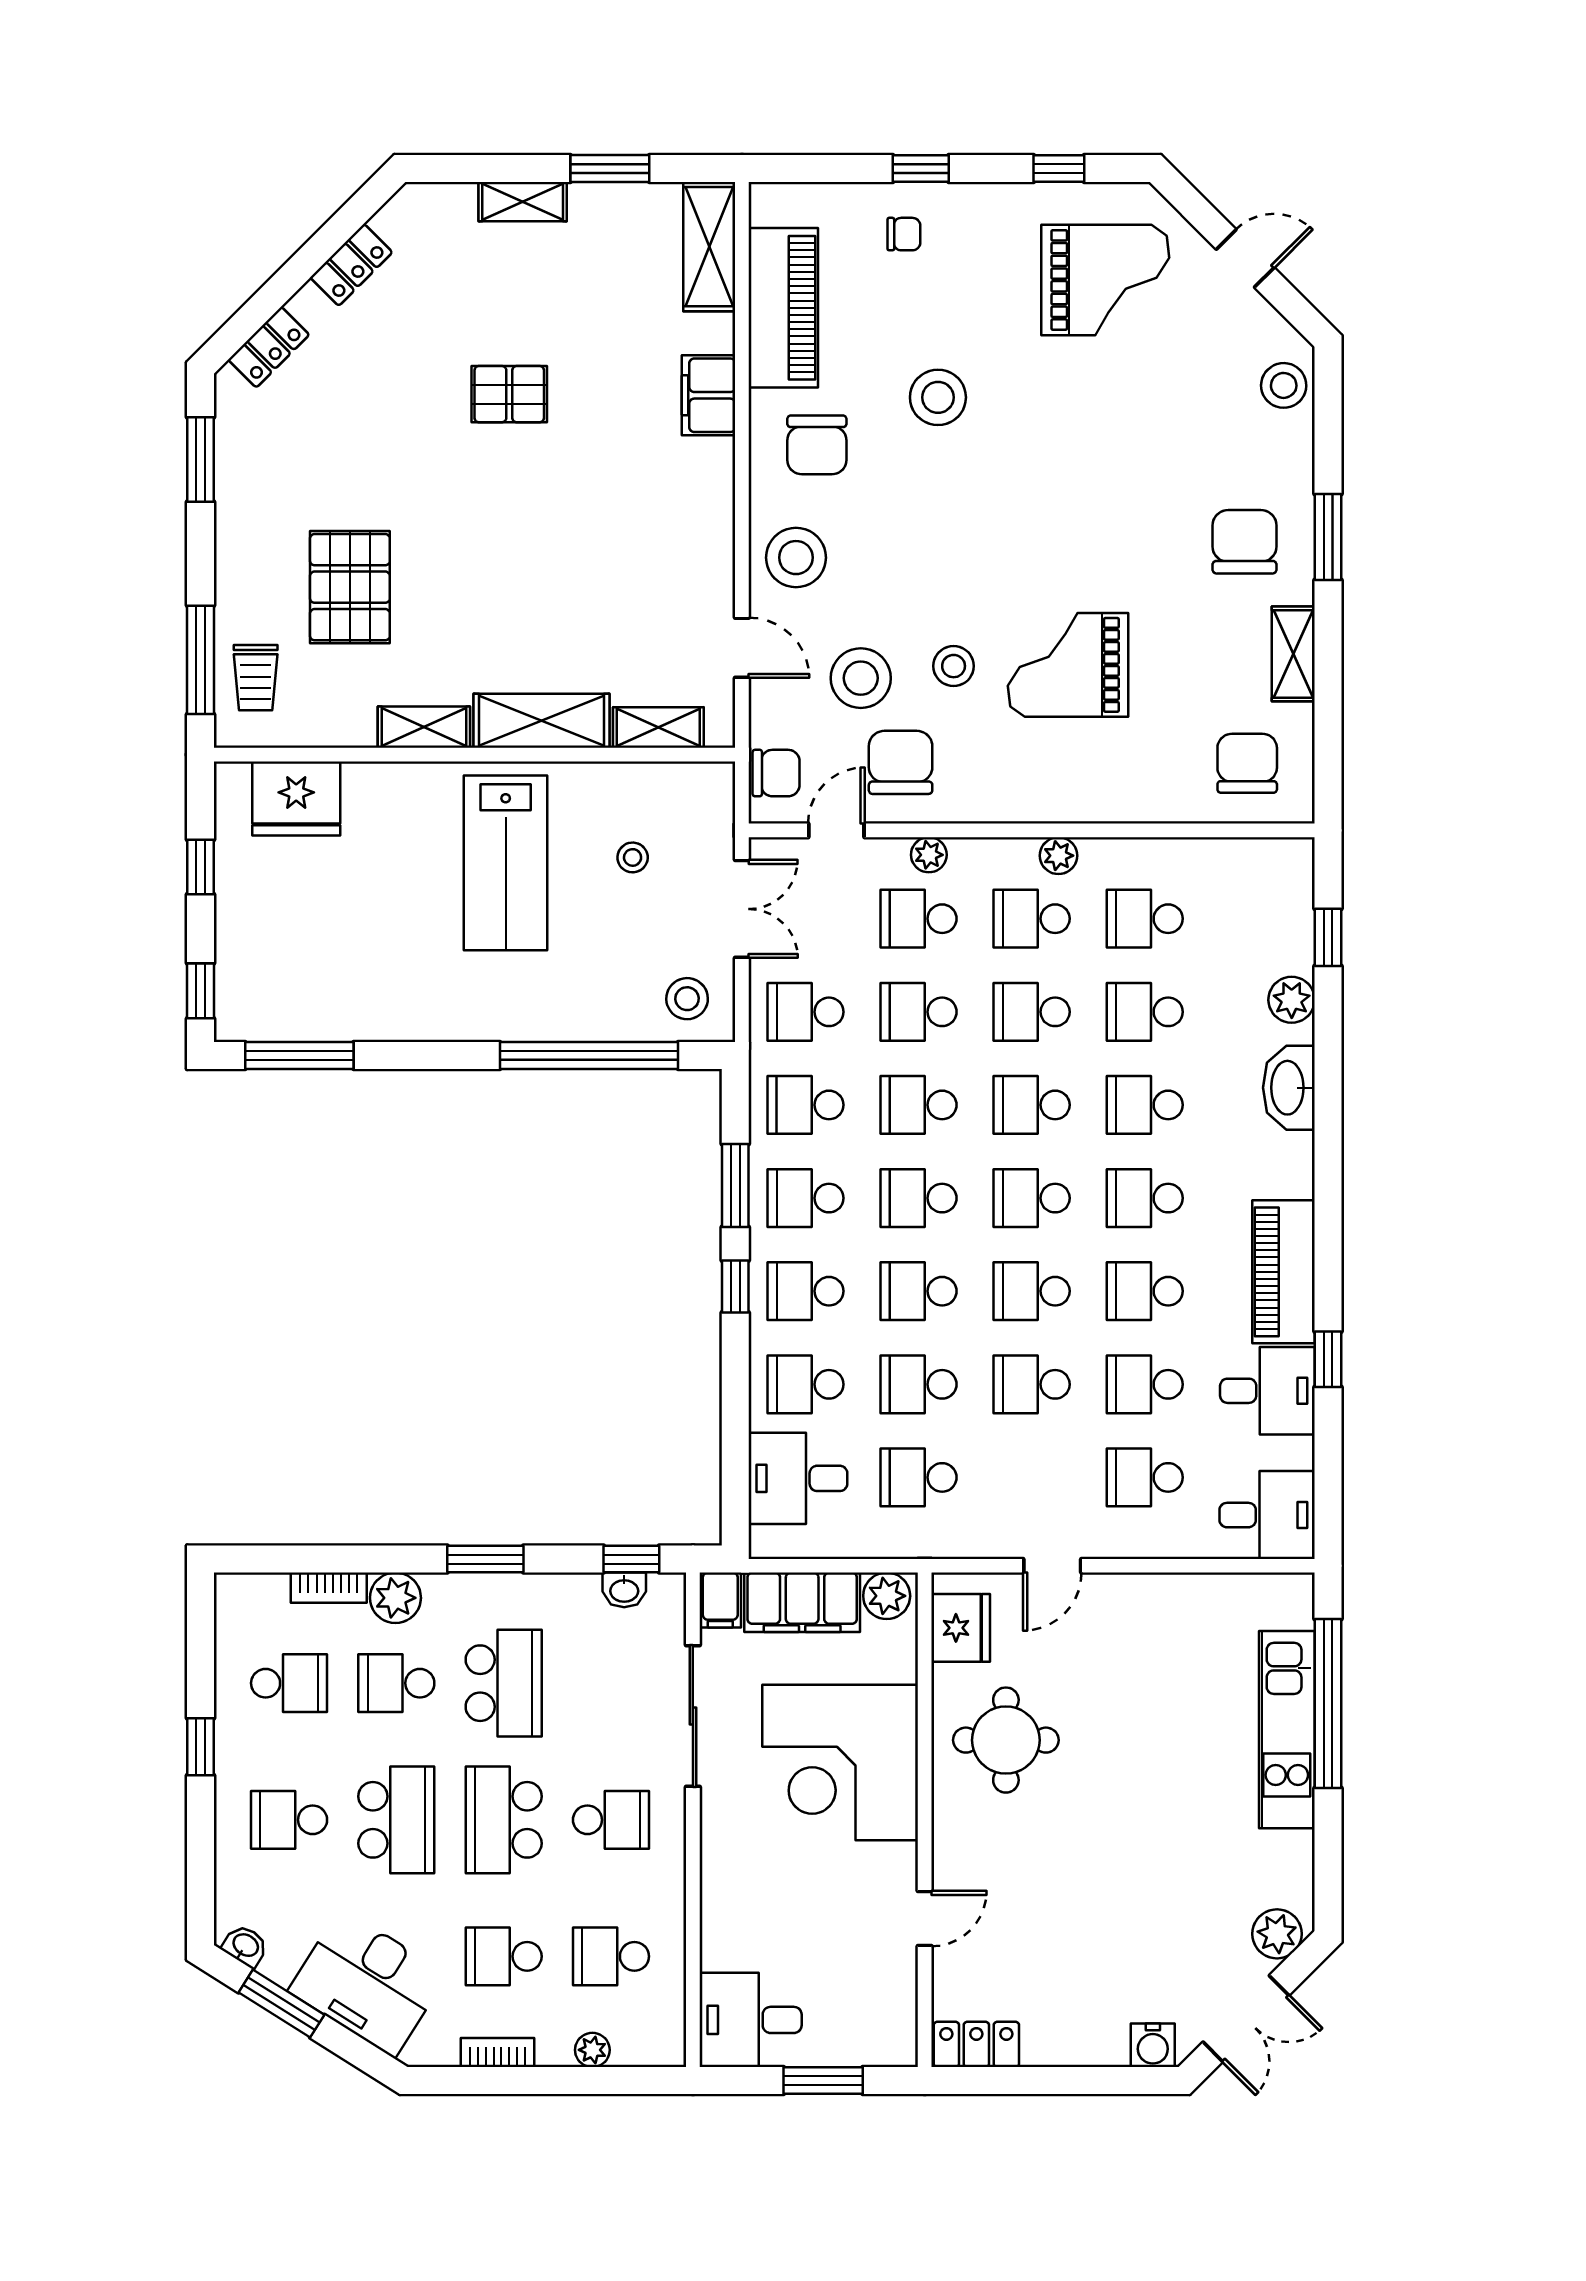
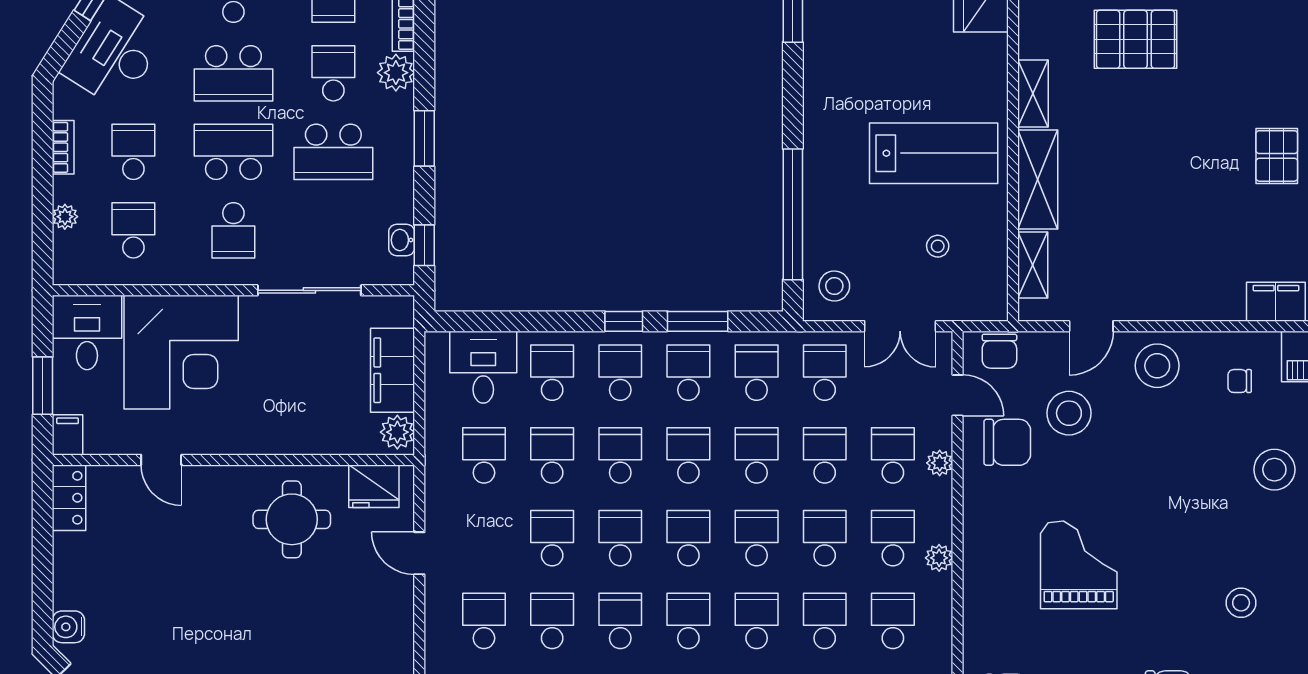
chair: (817, 445) -> (1240, 381), width x0.54, depth x0.54
stool: (954, 666) -> (1241, 603), moved
lab bench: (506, 863) -> (934, 153), turned 180
filing cabinet: (720, 1600) -> (68, 435), moved, turned 90
corner desk: (840, 1762) -> (181, 352), moved, turned 180

